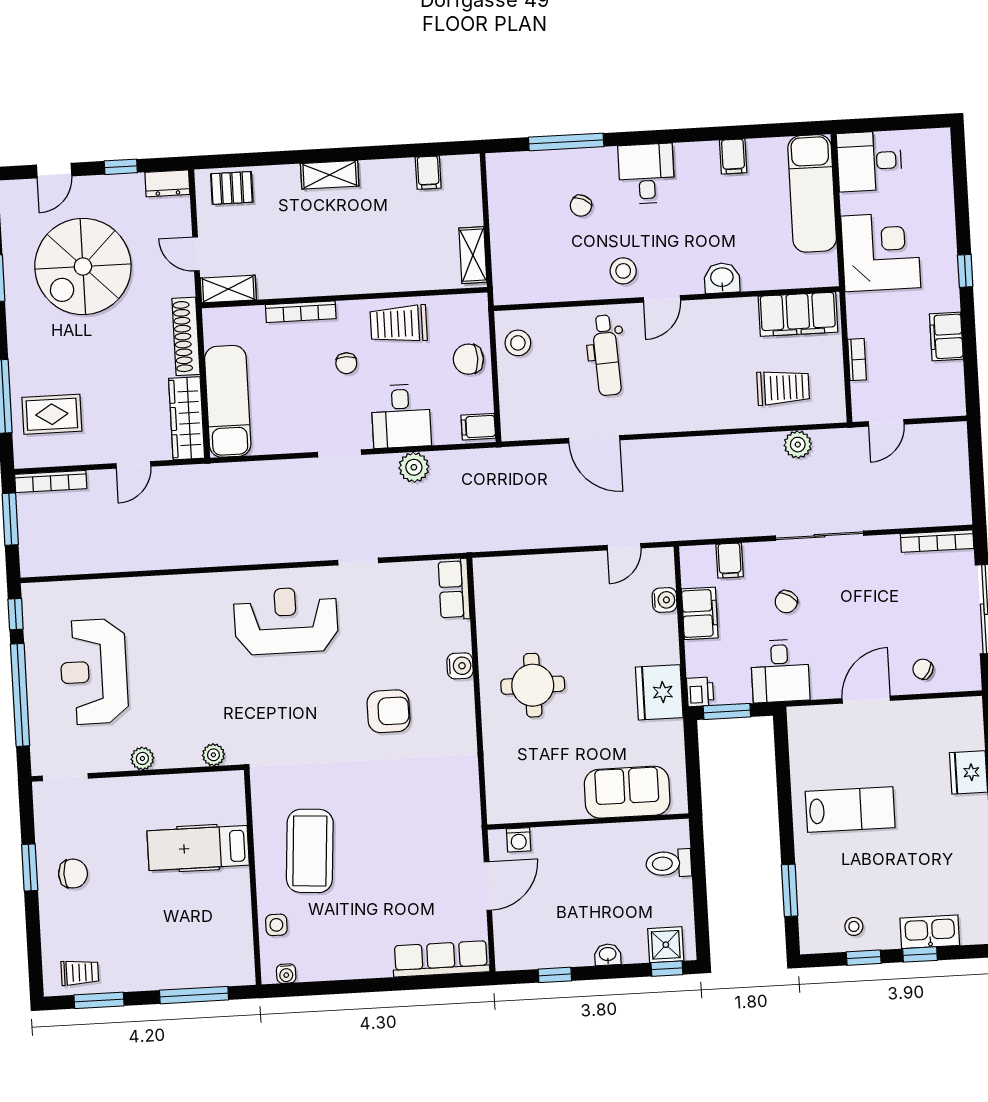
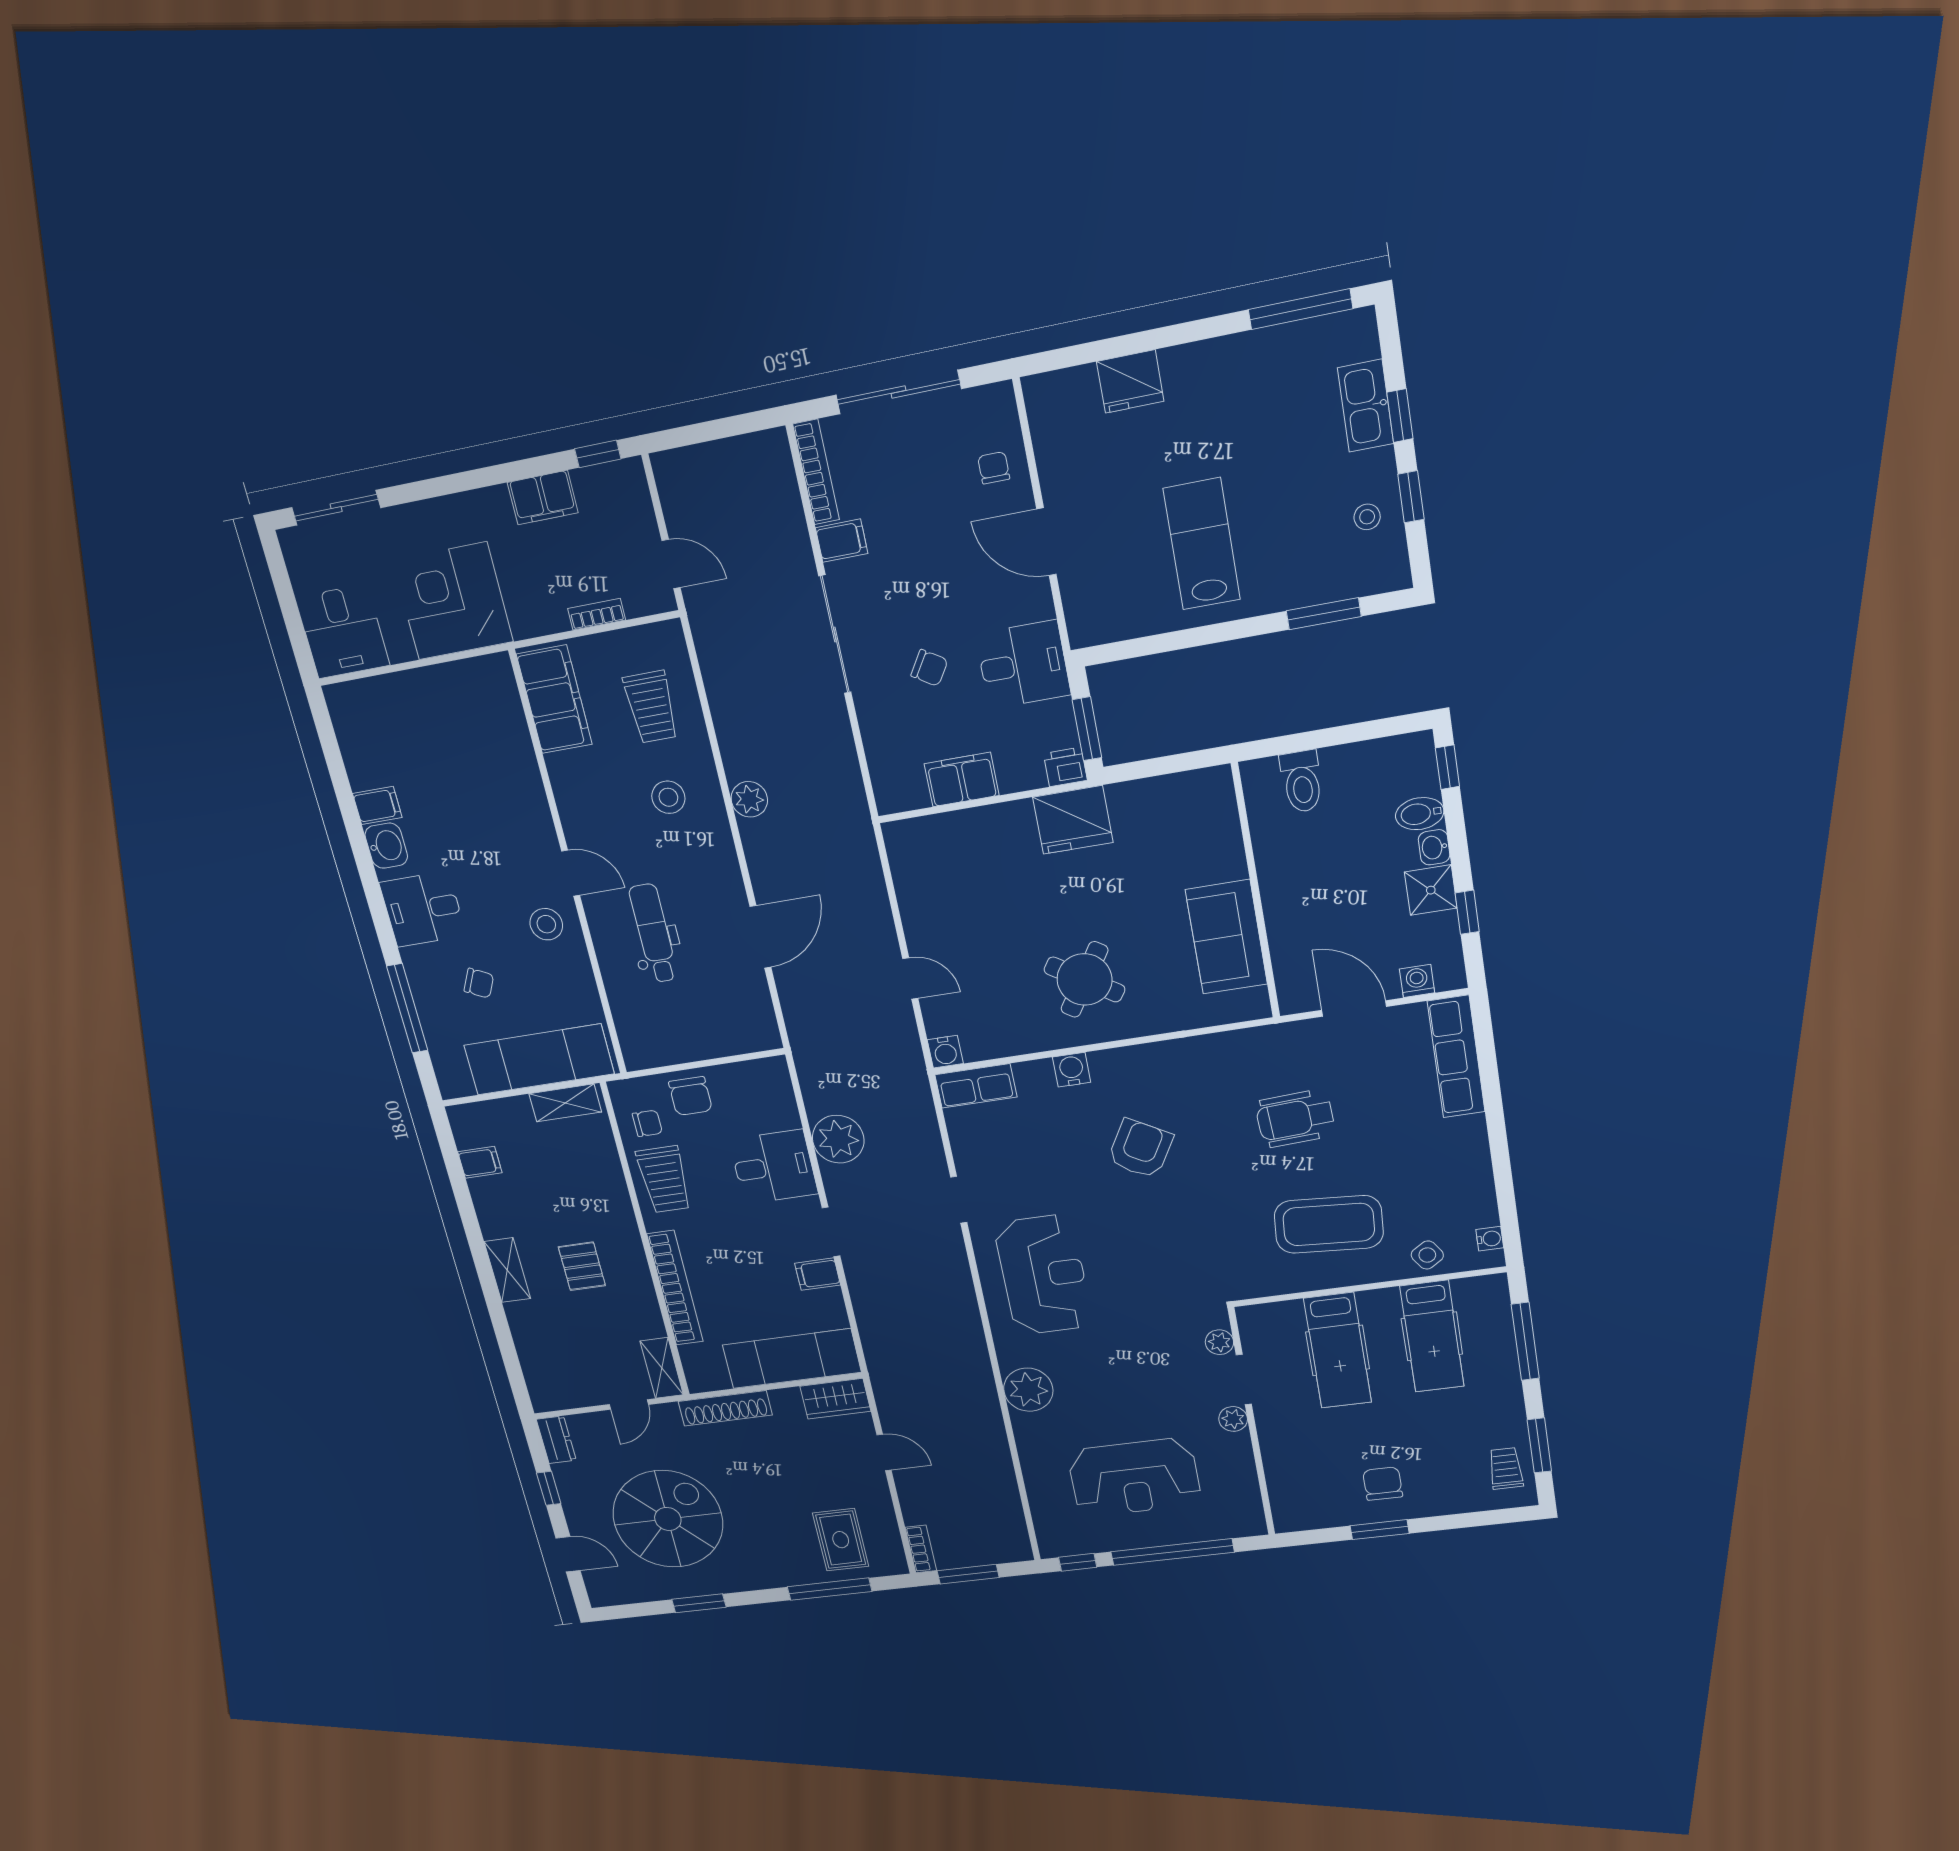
sliding door: (960, 178) -> (336, 508), added
pallet: (232, 188) -> (582, 1266), moved
exam couch: (812, 193) -> (539, 1060), moved, turned 180
spiral stairs: (83, 266) -> (668, 1519), turned -90
window: (965, 271) -> (598, 454), moved
washbasin: (722, 278) -> (386, 846), moved, turned 180
bookcase: (301, 312) -> (675, 1288), width x1.48, depth x1.31
stool: (518, 343) -> (668, 797), moved
dental chair: (606, 355) -> (654, 933), turned -87
chair: (346, 363) -> (647, 1123), moved
trolley: (783, 388) -> (651, 707), turned 180
wardrobe: (187, 418) -> (835, 1399), width x0.67
filing cabinet: (478, 427) -> (818, 1274), moved, turned 90
plant: (798, 445) -> (749, 799), moved
plant: (414, 467) -> (838, 1139), width x1.36, depth x1.36
bookcase: (51, 481) -> (921, 1549), width x0.64
door: (624, 547) -> (910, 978), moved
filing cabinet: (730, 560) -> (842, 541), moved
plant: (183, 594) -> (1028, 1390), added
water cooler: (664, 600) -> (945, 1052), moved, turned 180
reception desk: (286, 621) -> (1043, 1275), turned 180
chair: (923, 669) -> (994, 468), turned 150
round table: (533, 685) -> (1085, 979), turned 33
armchair: (388, 711) -> (1140, 1149), turned 30
doorway: (65, 777) -> (1244, 1380), moved
sofa: (627, 792) -> (1226, 937), moved
wheelchair: (402, 834) -> (1295, 1118), added
washing machine: (519, 840) -> (1417, 981), moved, turned -90
hospital bed: (205, 923) -> (1432, 1336), added
side table: (276, 925) -> (1427, 1255), turned -34
shower: (666, 945) -> (1431, 890), moved
bidet: (634, 946) -> (1420, 814), added

